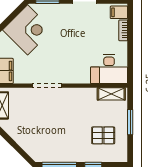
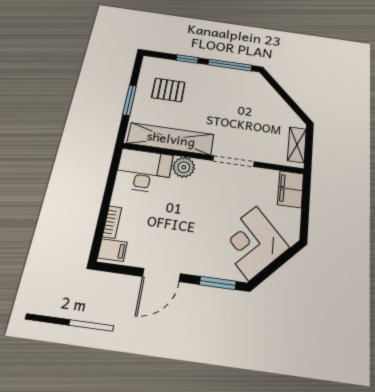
plant: (82, 76) -> (184, 167), added
shelving: (111, 94) -> (171, 139), width x2.20, depth x1.33

